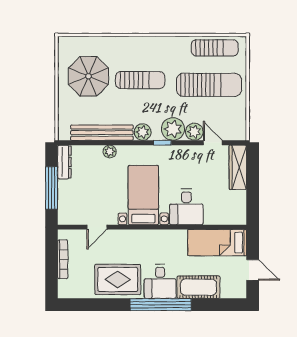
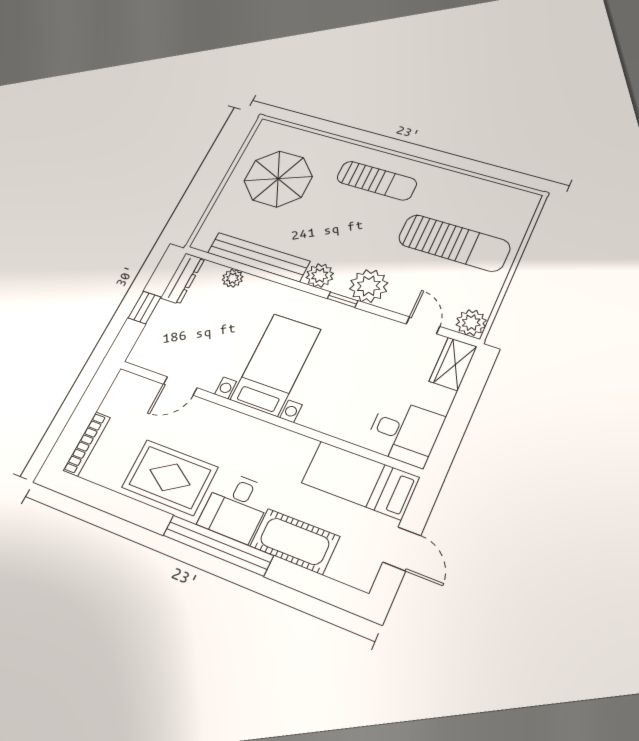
sun lounger: (215, 48) -> (486, 197), removed
sun lounger: (140, 80) -> (377, 181), moved
plant: (194, 132) -> (471, 323), moved
plant: (110, 151) -> (233, 278), moved
wardrobe: (238, 167) -> (453, 364), width x0.67
window: (52, 188) -> (144, 307), width x0.46
desk: (186, 207) -> (404, 432), moved, turned -90
bookcase: (63, 259) -> (87, 444), moved

